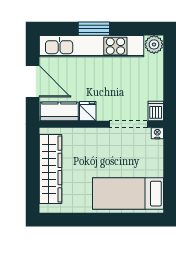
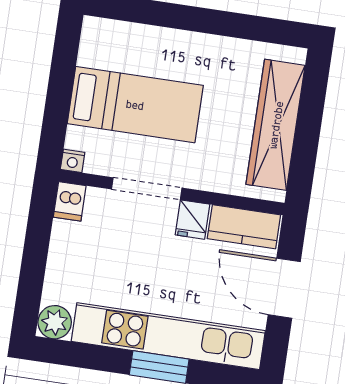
doorway: (128, 124) -> (147, 189), moved
bed: (128, 194) -> (135, 105), moved

